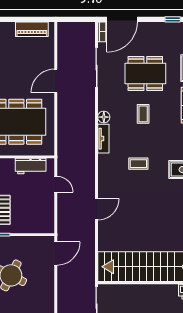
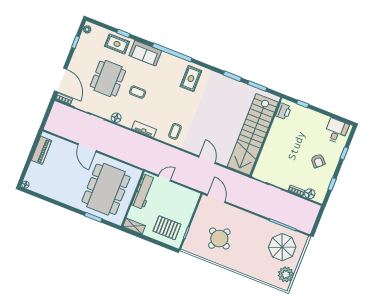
floor lamp: (104, 117) -> (116, 118), moved
coffee table: (138, 164) -> (175, 131), moved
workbench: (31, 166) -> (143, 192), width x1.38
door: (96, 209) -> (207, 160), moved

